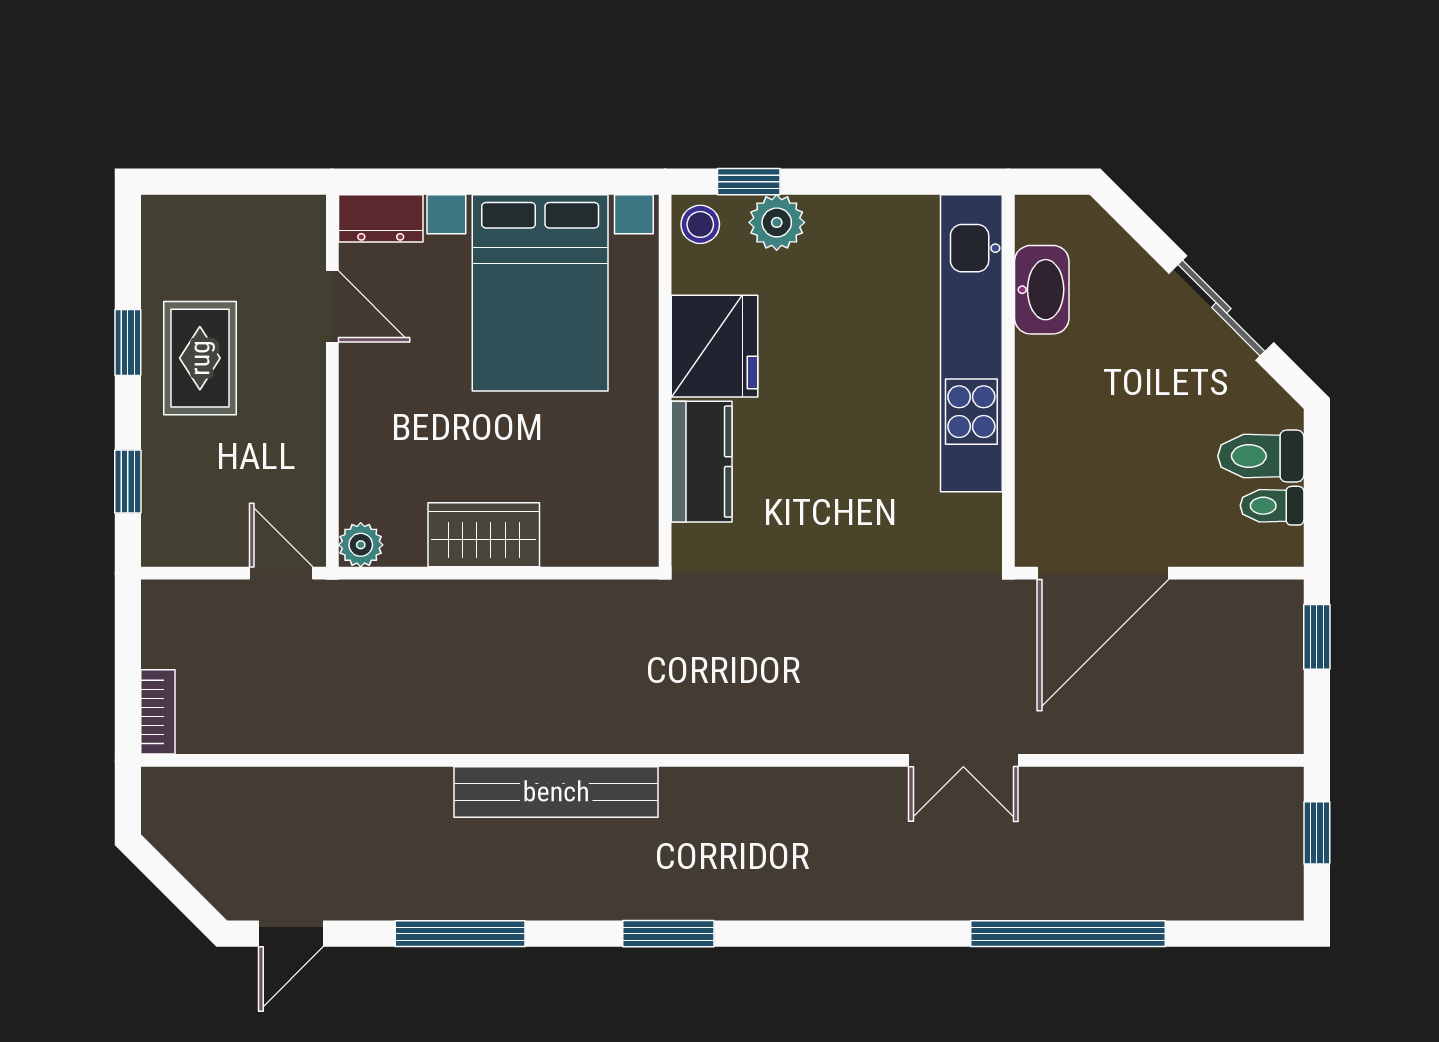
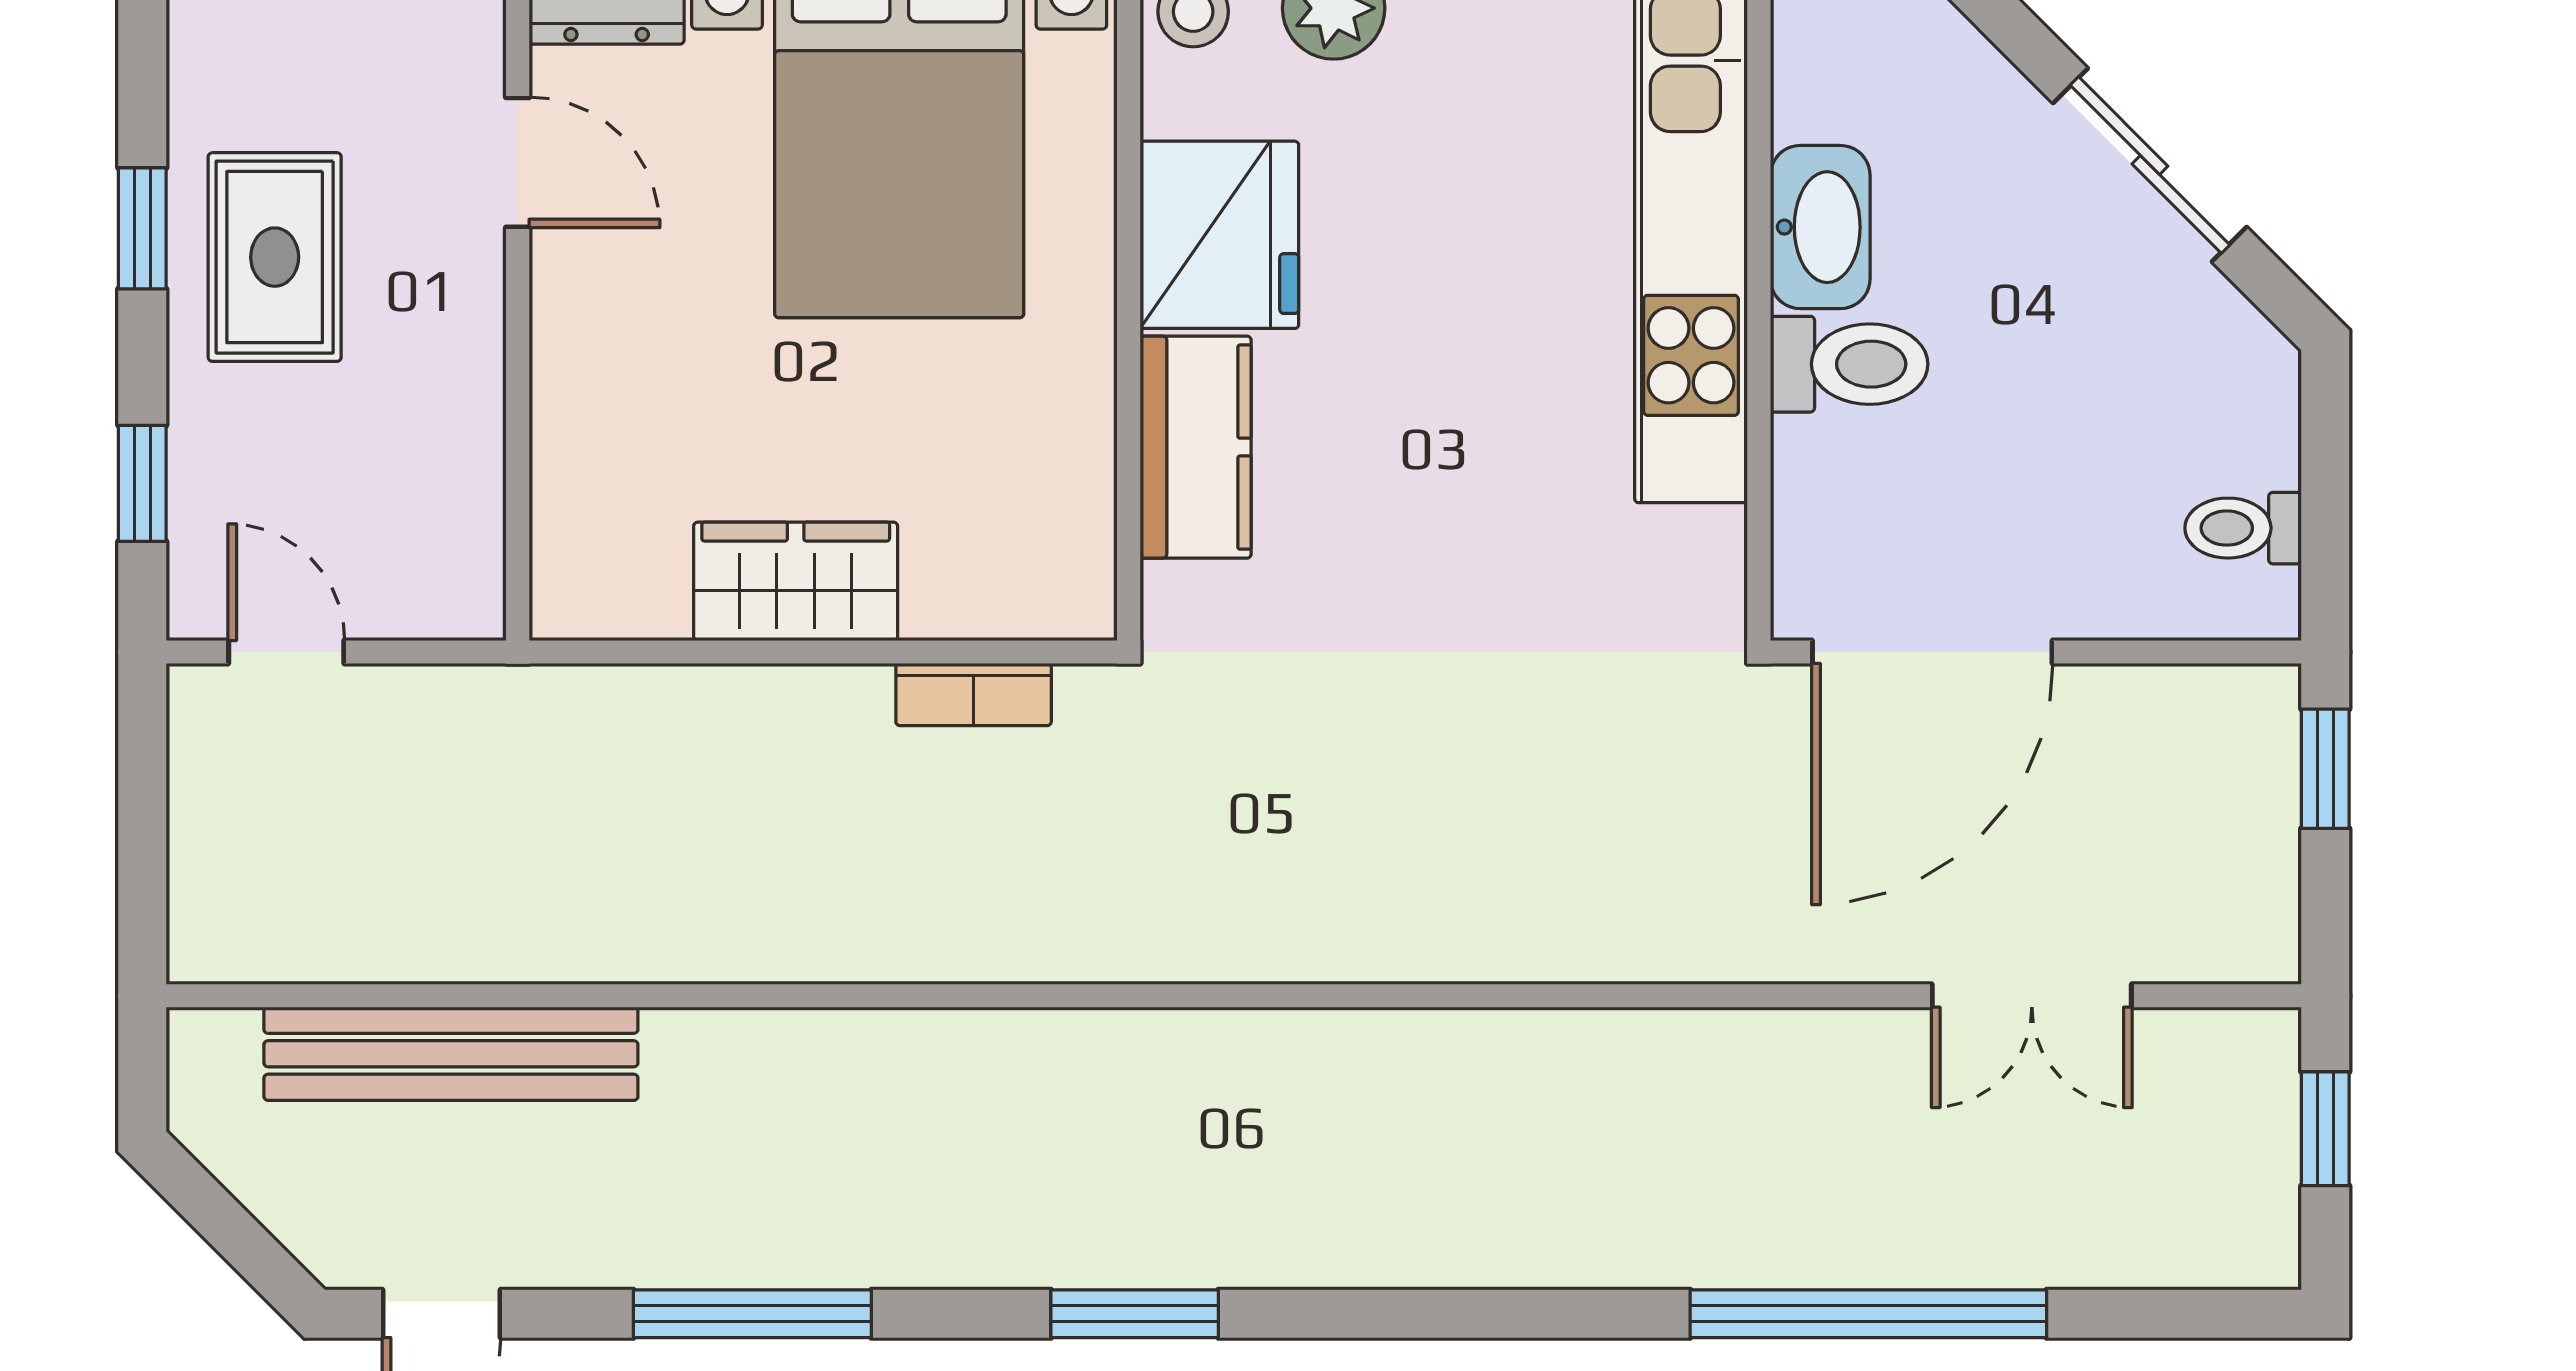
washbasin: (1042, 290) -> (1820, 227), moved
toilet: (1261, 456) -> (1849, 364), moved, turned 180
plant: (361, 545) -> (570, 600), removed
door: (281, 573) -> (286, 652), moved
bookcase: (158, 712) -> (974, 695), moved, turned 90
double door: (963, 760) -> (2032, 996), moved
bench: (556, 792) -> (451, 1054), moved

